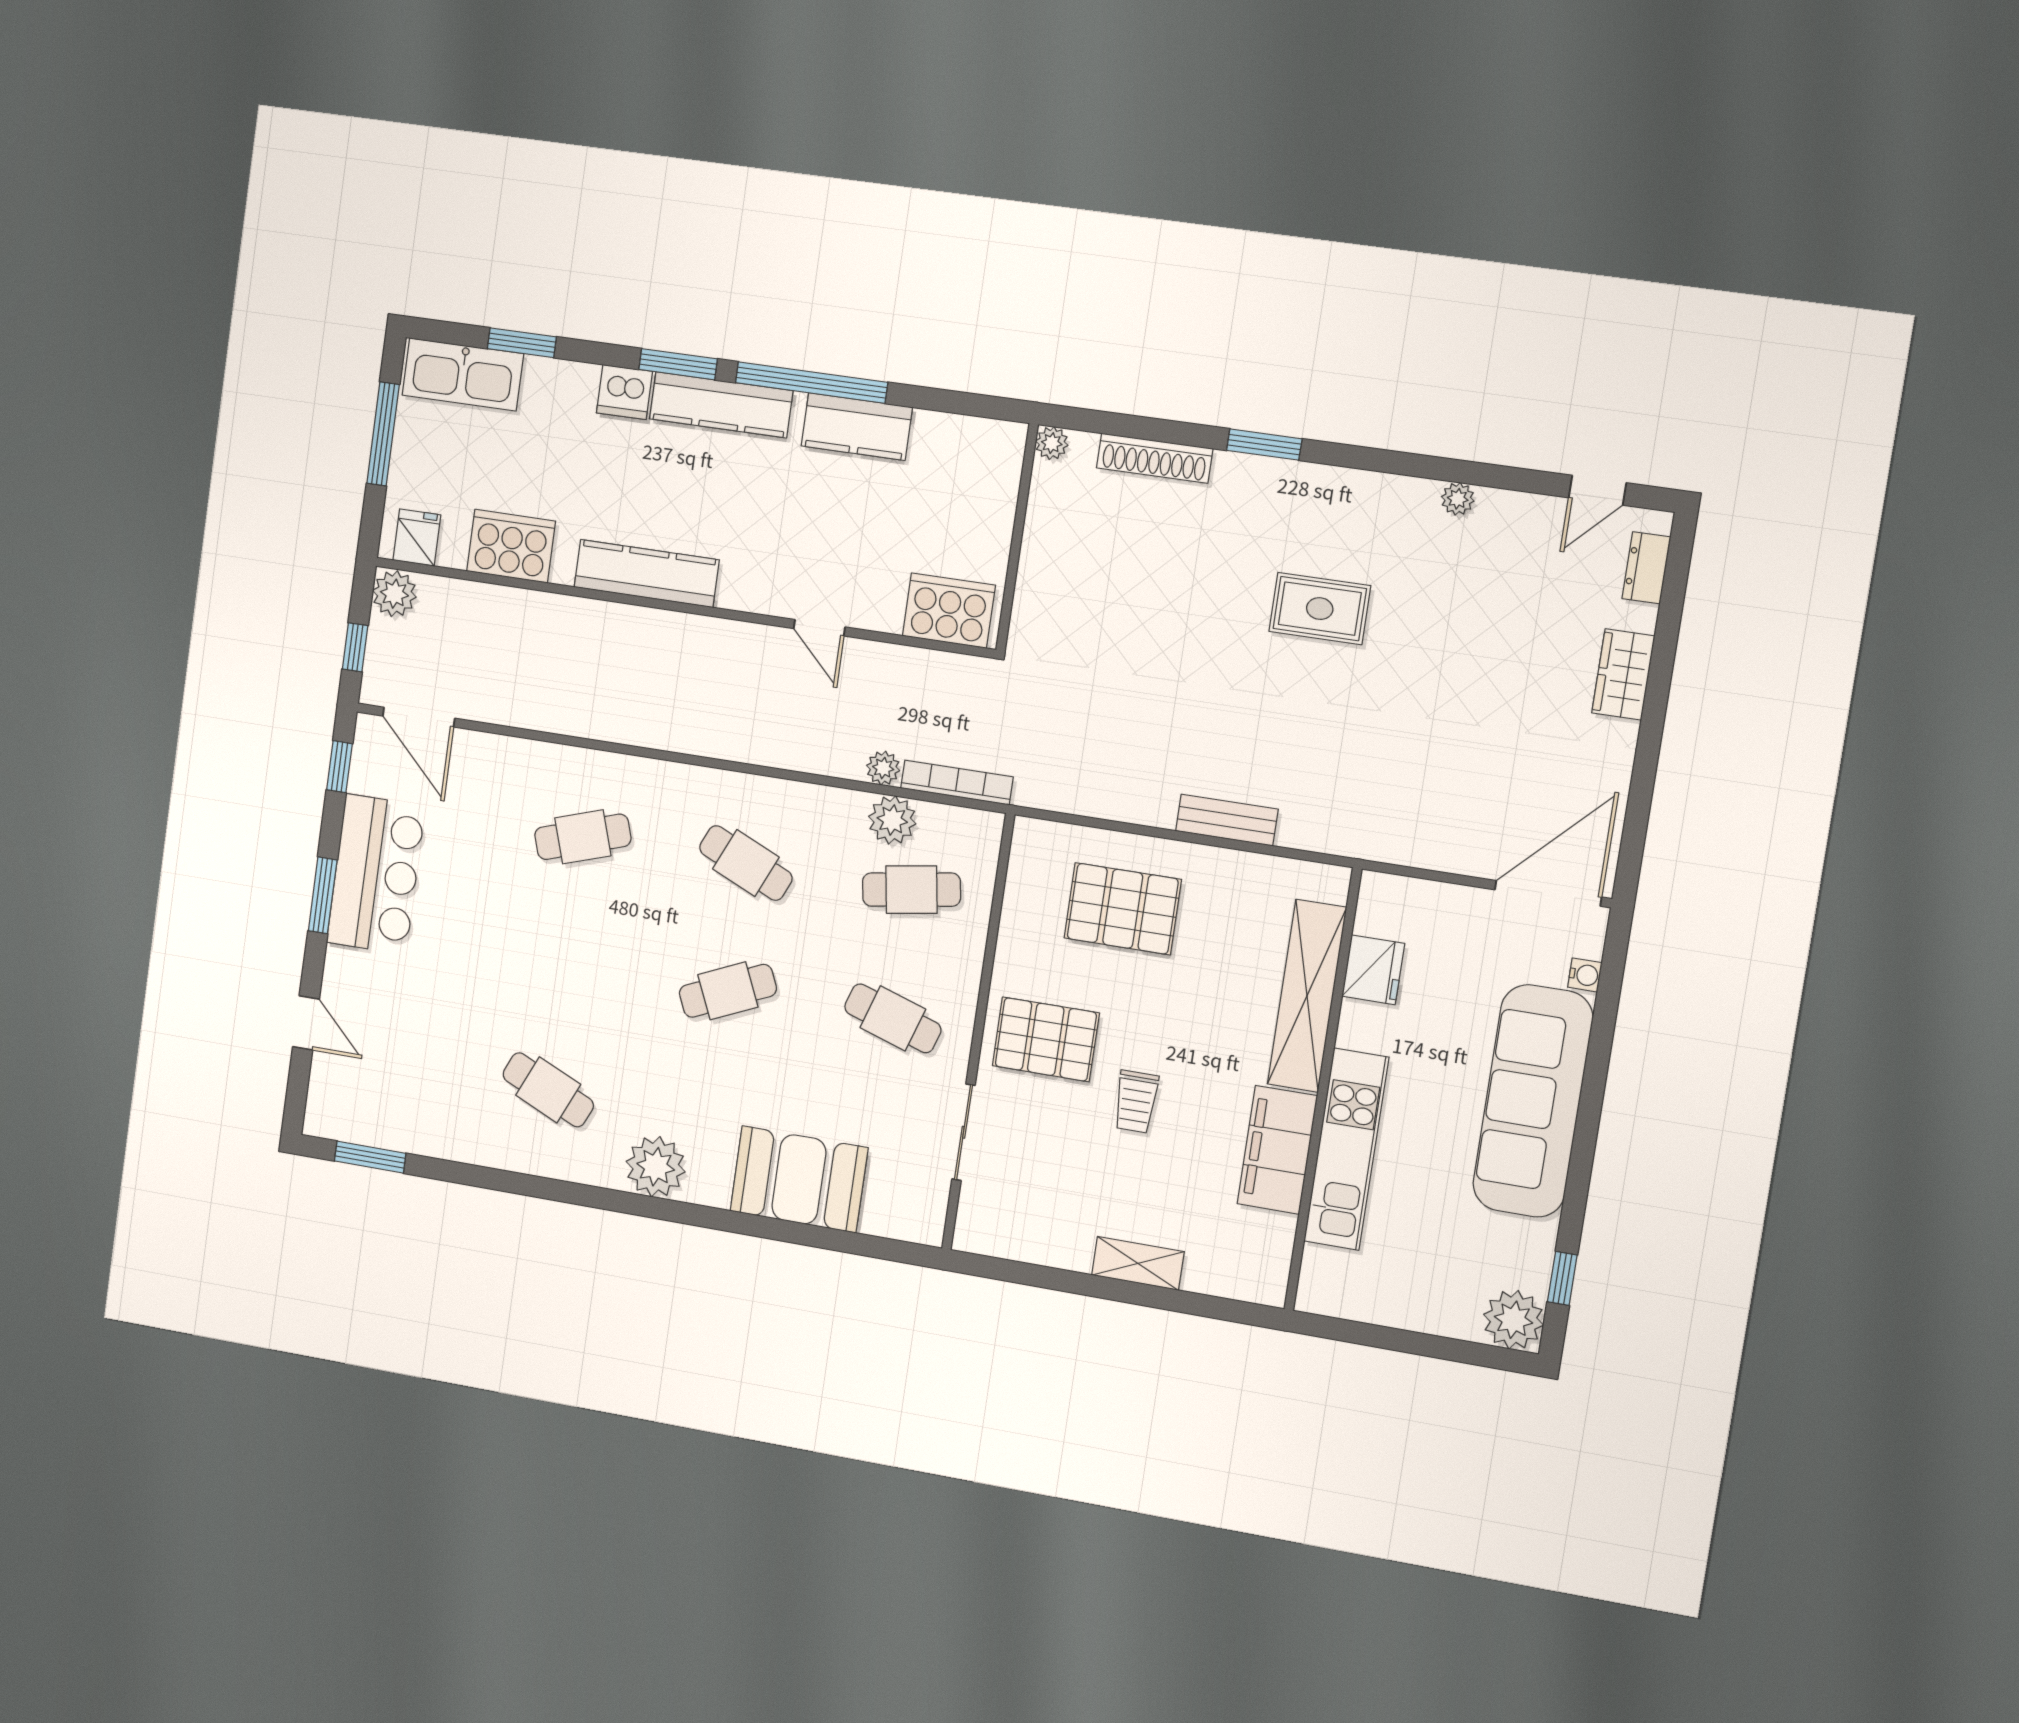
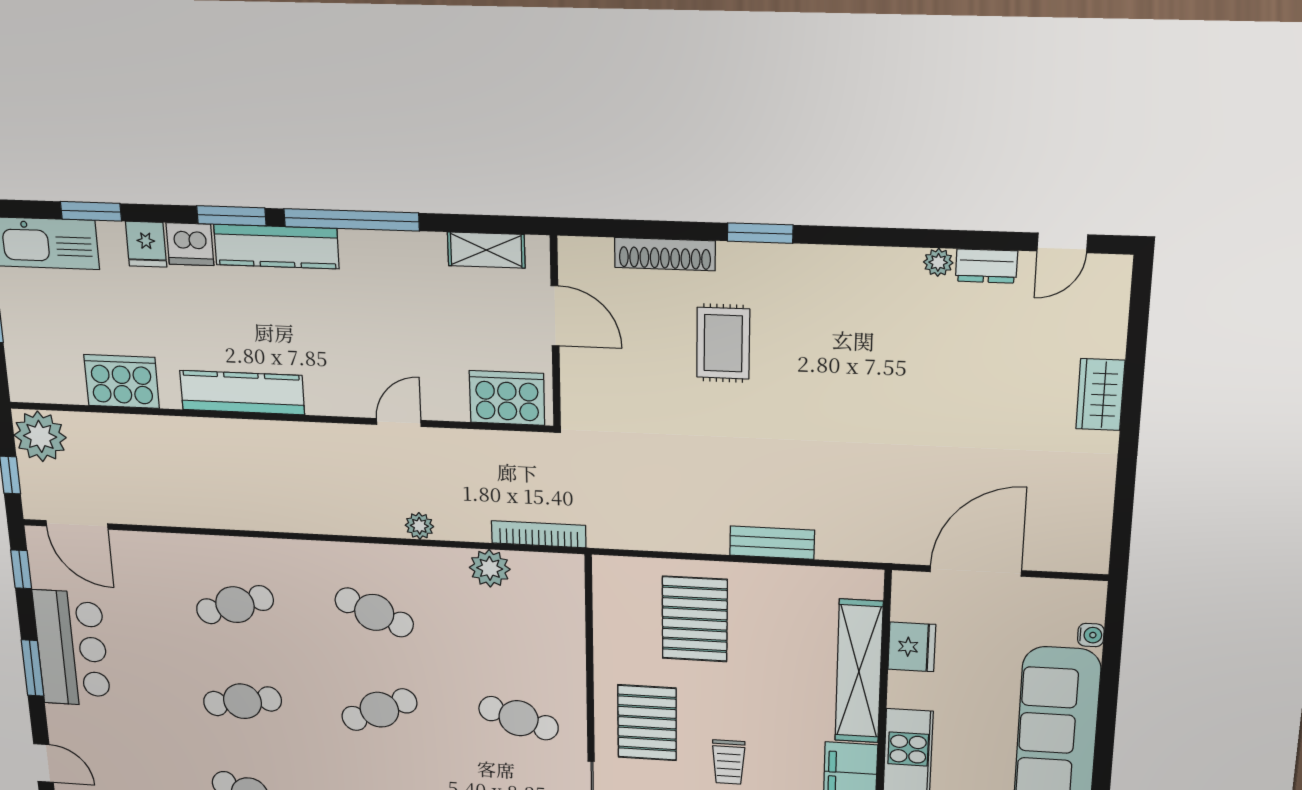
kitchen counter: (857, 427) -> (398, 253), removed
shelving: (956, 433) -> (486, 250), added
plant: (1052, 443) -> (572, 250), removed
door: (1020, 518) -> (555, 316), added
fridge: (417, 537) -> (146, 244), moved, turned 180
dresser: (1646, 568) -> (986, 266), moved, turned -90
plant: (394, 594) -> (40, 436), width x1.36, depth x1.36
rug: (1320, 609) -> (723, 343), moved, turned 90
door: (819, 628) -> (399, 422), swing flipped
plant: (883, 768) -> (419, 526), moved
cafe table: (911, 890) -> (242, 701), moved
door: (1548, 893) -> (976, 571), moved
pallet: (1123, 909) -> (695, 619), turned 90
pallet: (1046, 1039) -> (647, 723), turned 90

